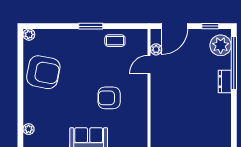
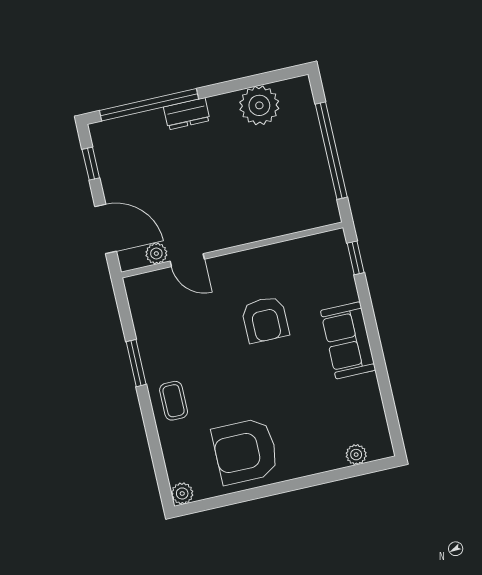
window: (91, 26) -> (136, 363), moved
coffee table: (115, 41) -> (174, 401), moved
plant: (221, 45) -> (259, 105), moved
armchair: (43, 72) -> (245, 451), turned -101

